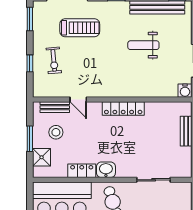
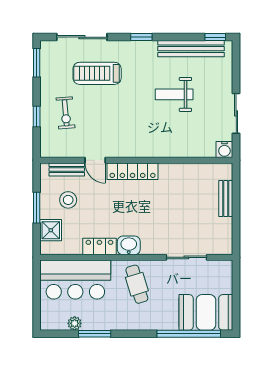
treadmill: (80, 28) -> (97, 73), turned 180
locker: (123, 109) -> (133, 171), moved

